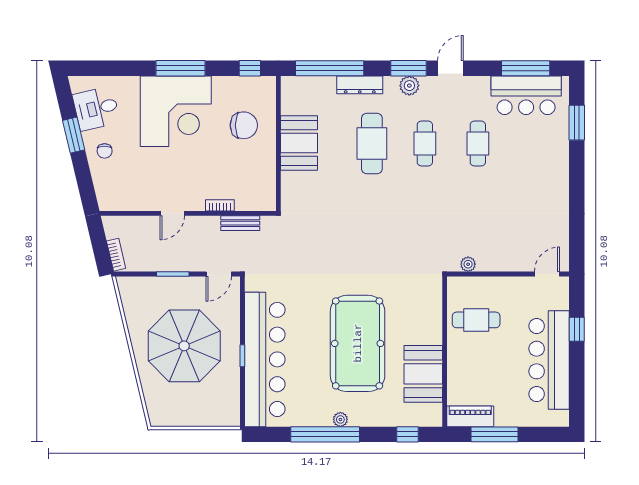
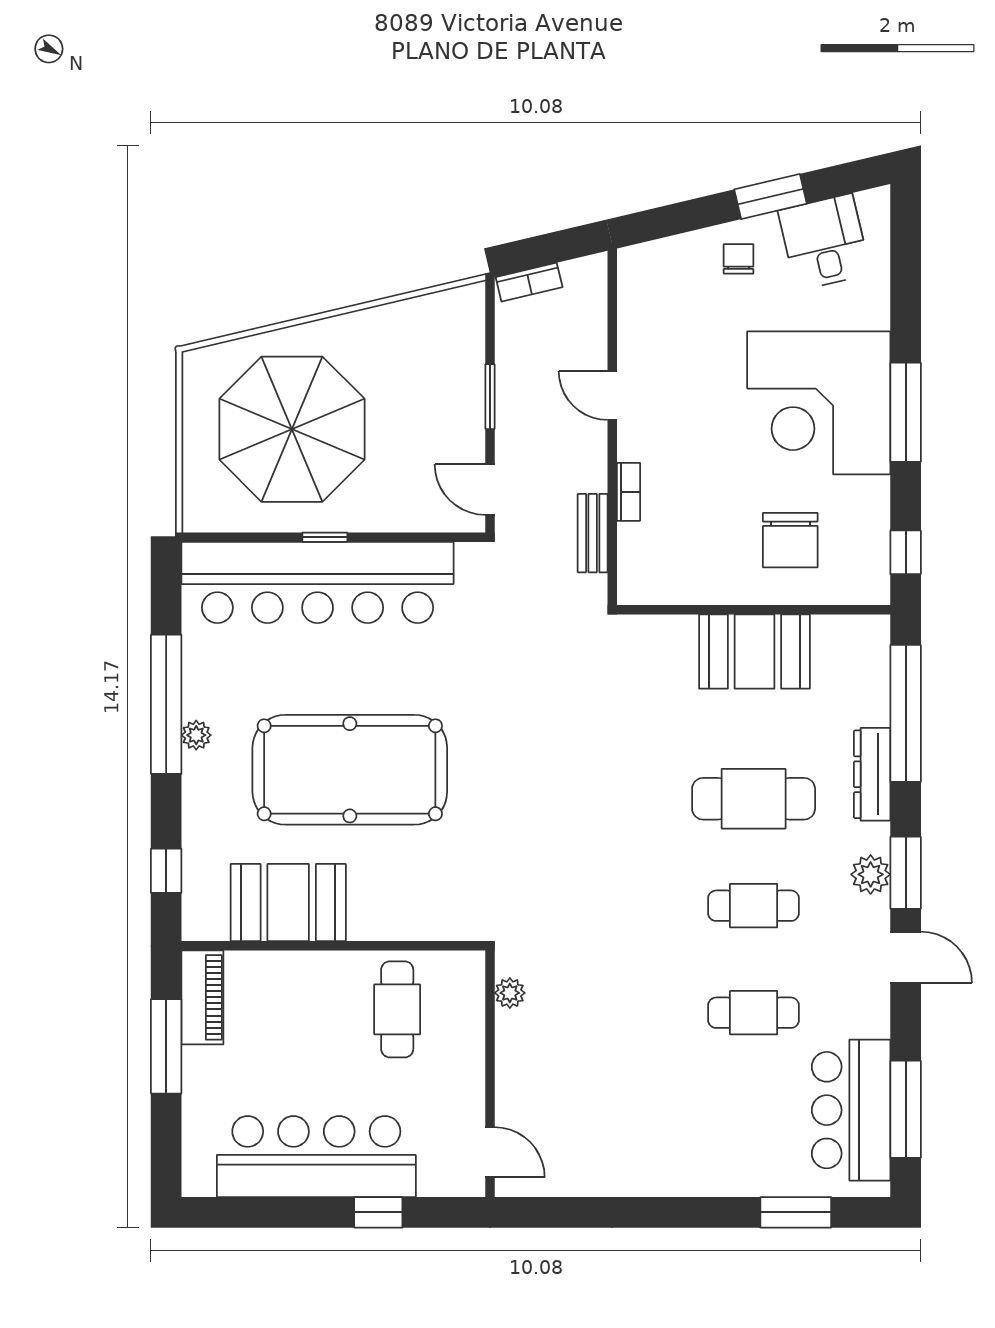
chair: (105, 151) -> (738, 259), turned 90
parasol: (184, 346) -> (292, 429), moved

